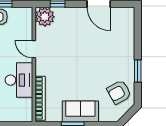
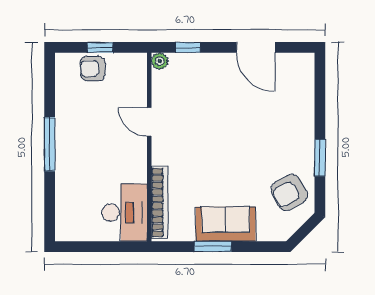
plant: (45, 17) -> (160, 61), width x0.53, depth x0.53
desk: (19, 80) -> (125, 213), moved

